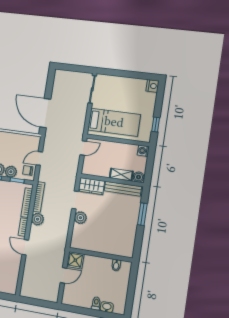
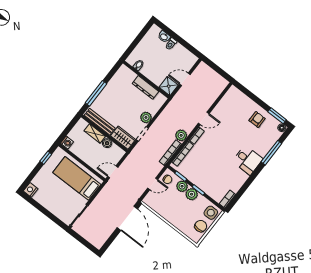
boiler: (139, 177) -> (107, 143), moved
window: (142, 214) -> (96, 93), width x1.44
door: (25, 247) -> (204, 118), hinge flipped
dresser: (97, 247) -> (146, 87), added

